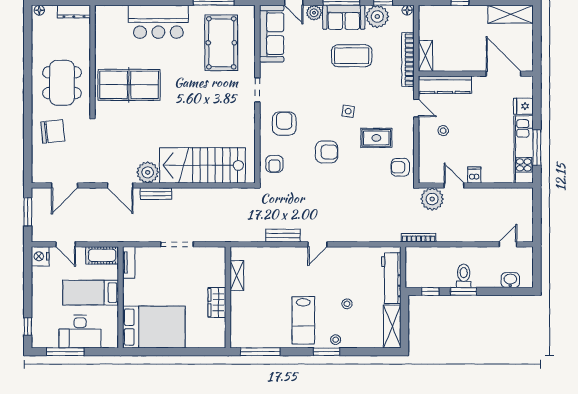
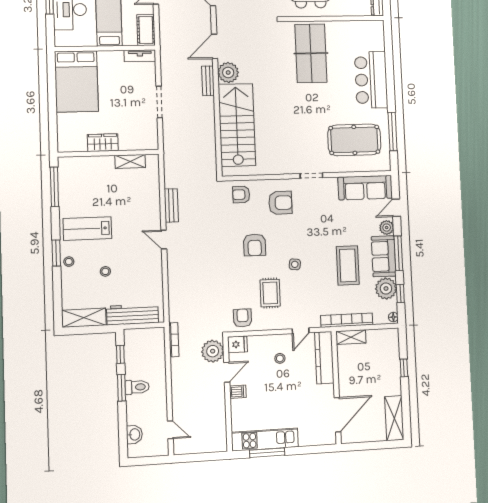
fridge: (523, 106) -> (237, 344), moved, turned 90

